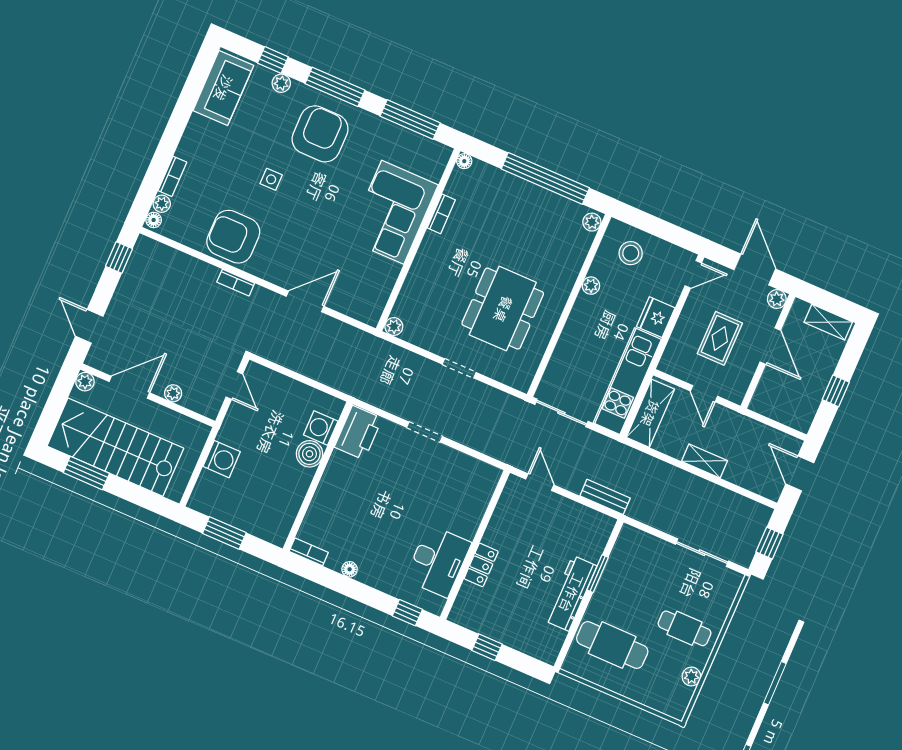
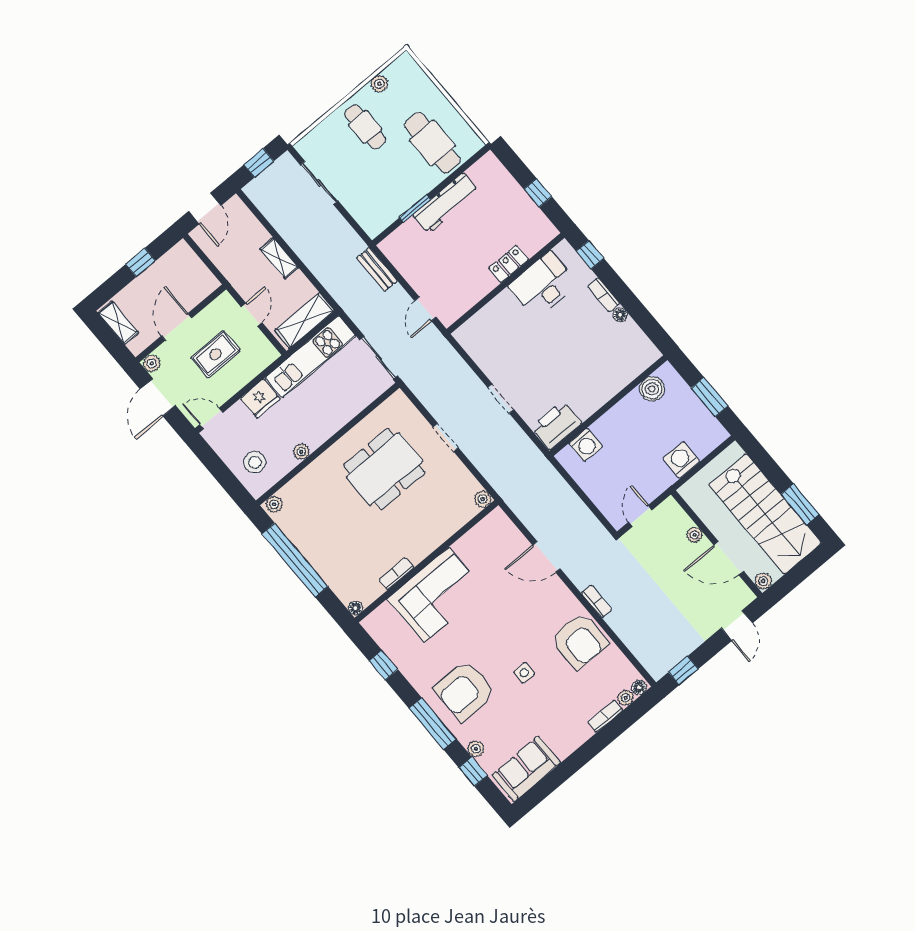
window: (410, 120) -> (383, 665), width x0.46
boiler: (309, 454) -> (652, 389), moved
bookcase: (309, 552) -> (604, 295), moved

